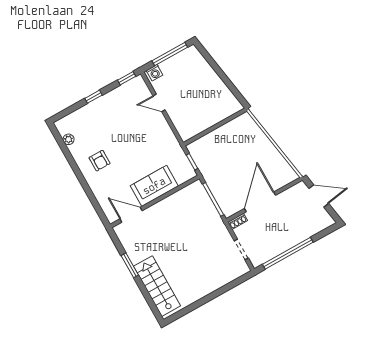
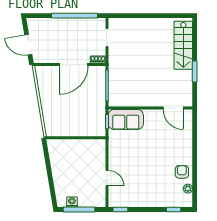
washing machine: (155, 73) -> (72, 202), moved
window: (94, 97) -> (174, 209), moved
armchair: (100, 161) -> (182, 172), moved
sofa: (154, 186) -> (126, 119), moved

